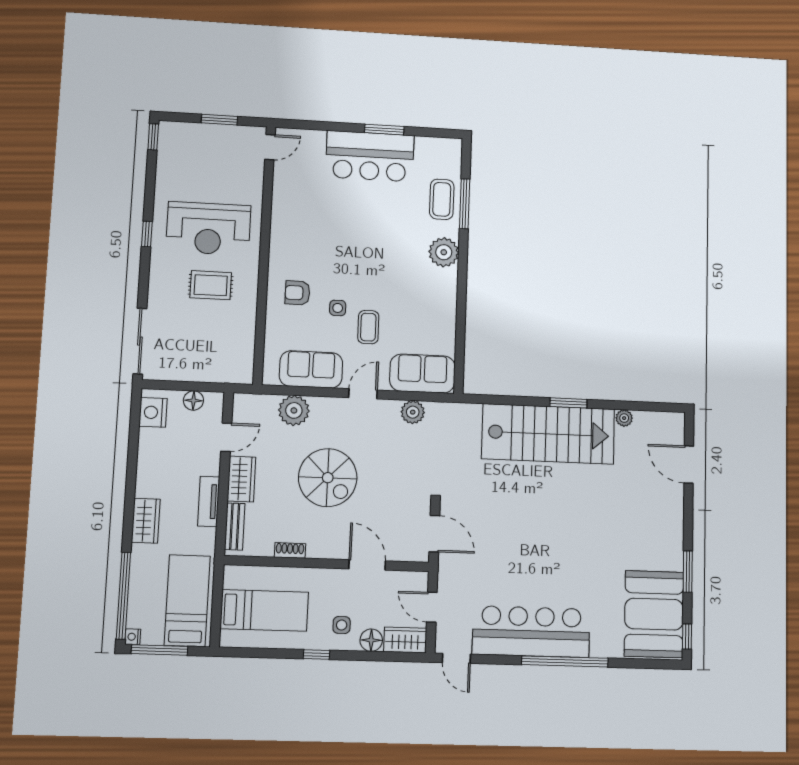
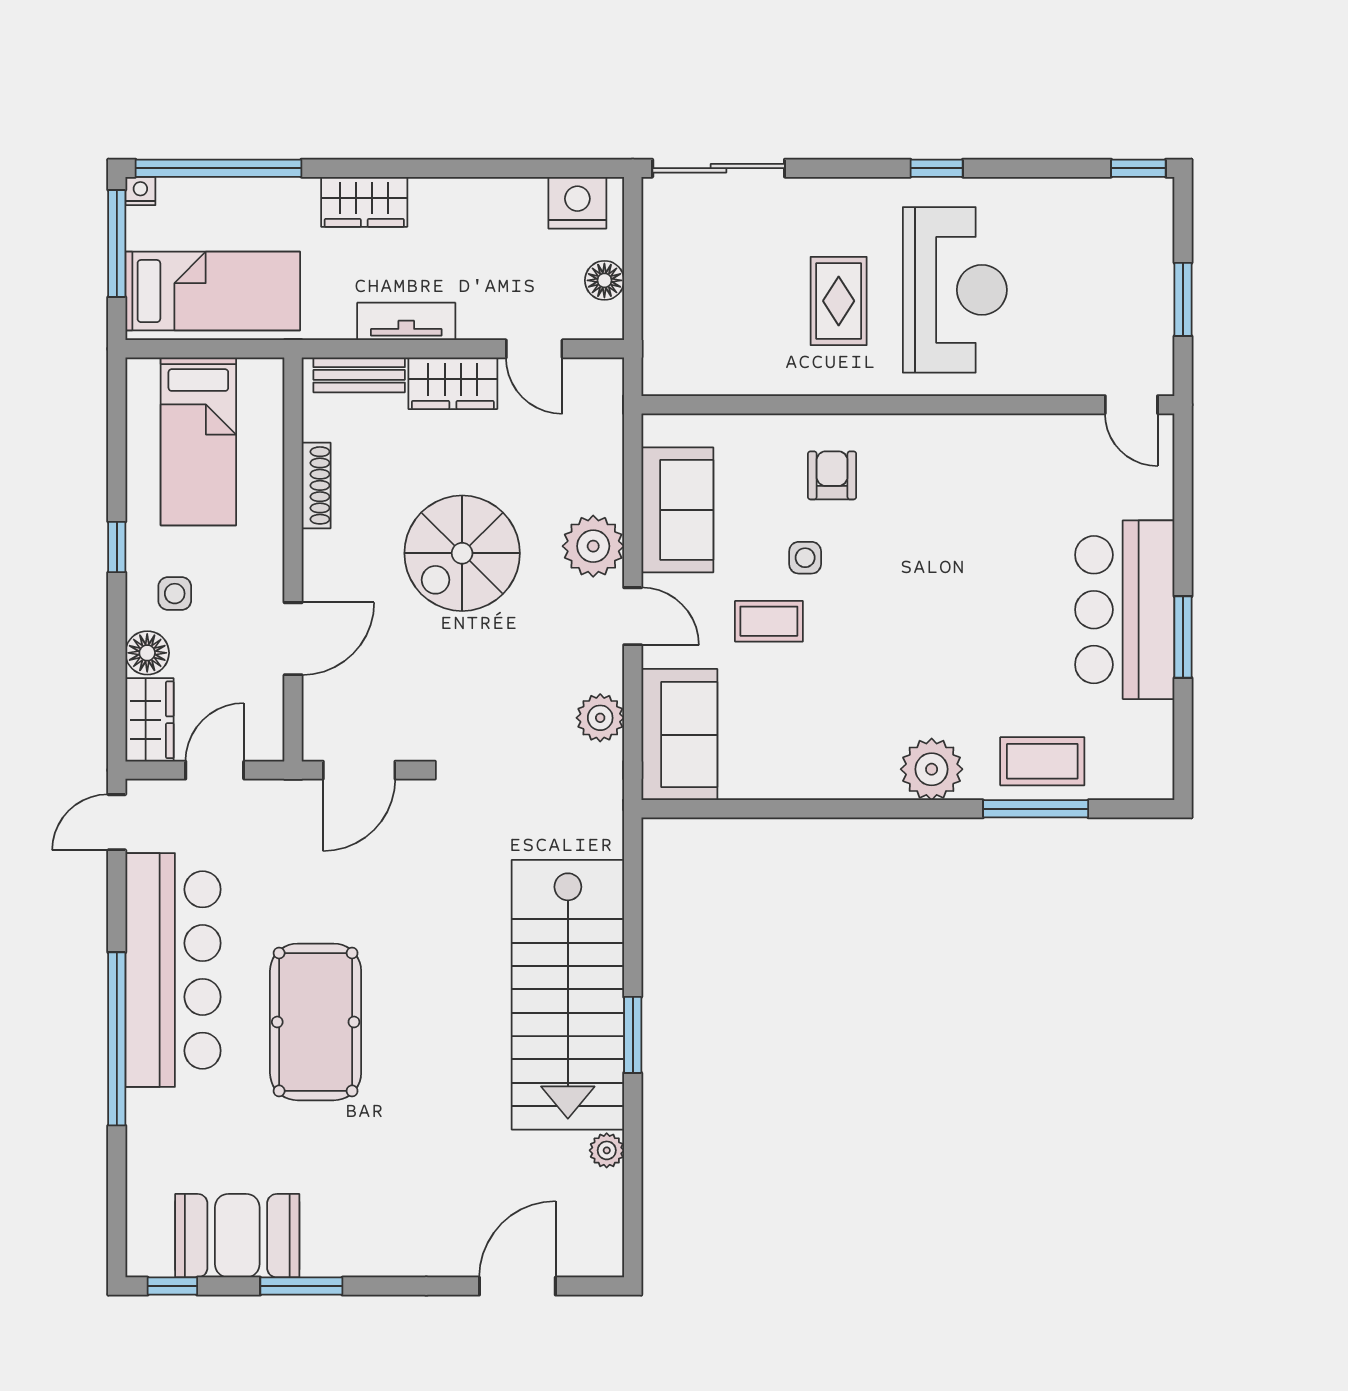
reception desk: (208, 228) -> (955, 290), turned 180
plant: (294, 410) -> (593, 546), moved
shoe rack: (290, 550) -> (316, 485), width x1.43
pool table: (559, 560) -> (316, 1022), added
booth: (654, 614) -> (237, 1236), width x0.73, depth x0.70

